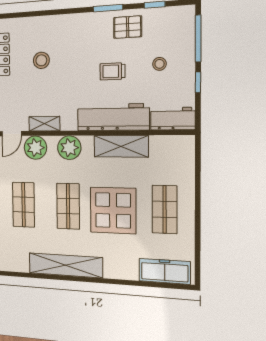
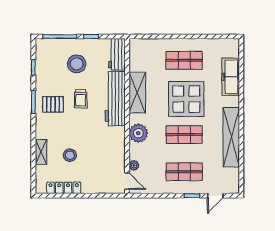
pallet: (128, 27) -> (53, 104), moved, turned 90
stool: (160, 64) -> (77, 64), width x1.89, depth x1.89
shelving: (44, 124) -> (41, 152), moved
plant: (35, 148) -> (134, 165), width x0.53, depth x0.53
freezer: (165, 271) -> (231, 77), moved

